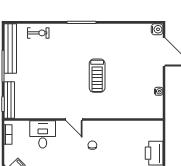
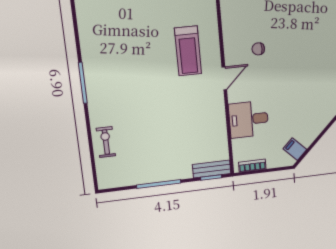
bench: (10, 48) -> (133, 177), removed
treadmill: (97, 76) -> (188, 51), moved, turned 90
bench: (9, 100) -> (212, 169), width x0.73

